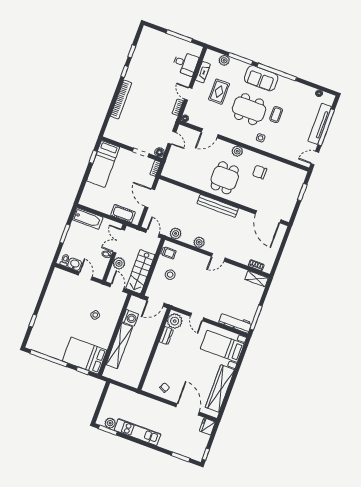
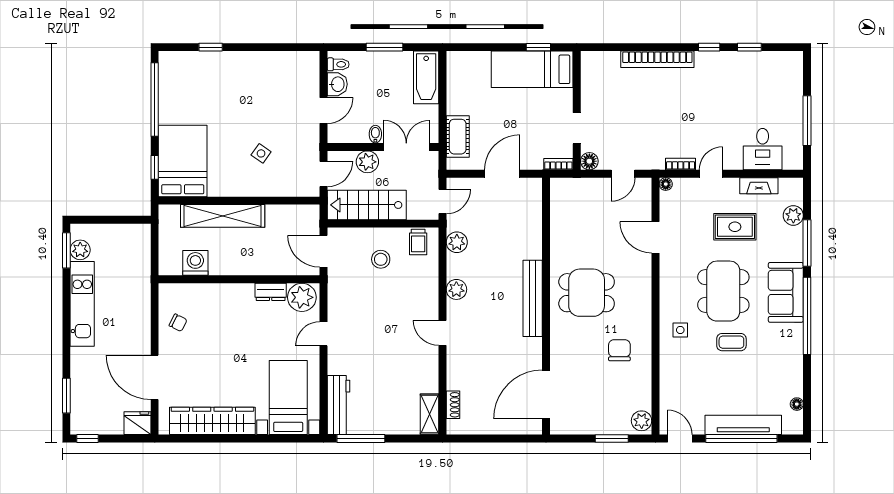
plant: (237, 151) -> (642, 421), moved
washing machine: (130, 318) -> (195, 263), moved, turned 180
door: (188, 409) -> (155, 377), swing flipped

